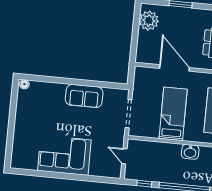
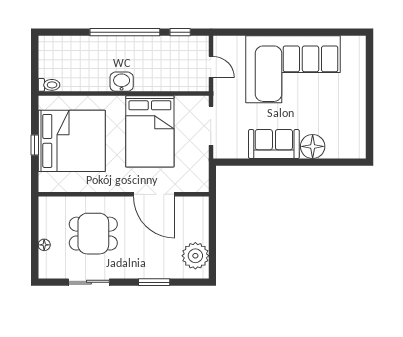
floor lamp: (24, 84) -> (313, 146), moved, width x1.89, depth x1.89
bed: (173, 114) -> (150, 131), width x1.50
corner sofa: (64, 155) -> (293, 69), width x1.36, depth x1.36

